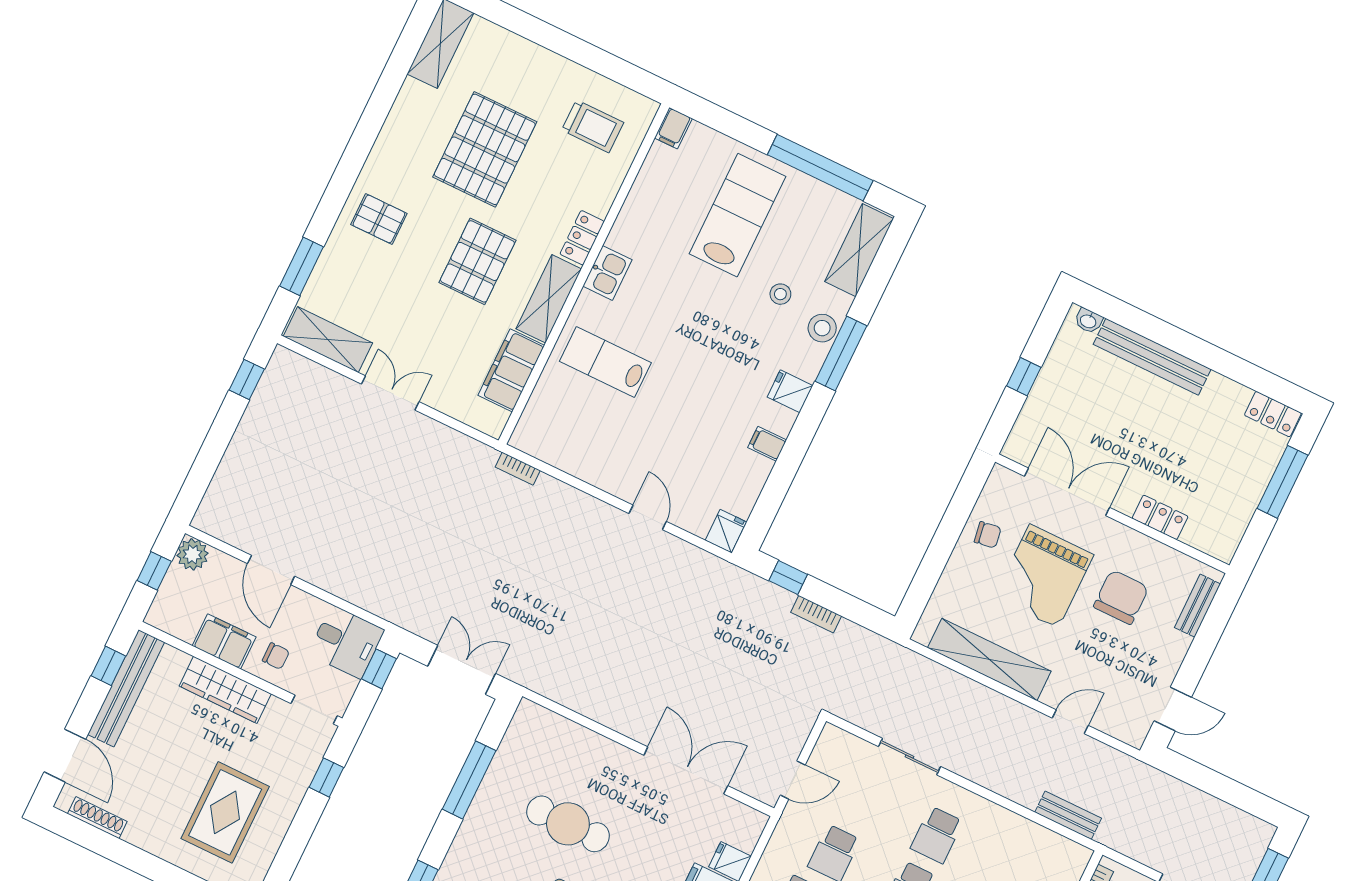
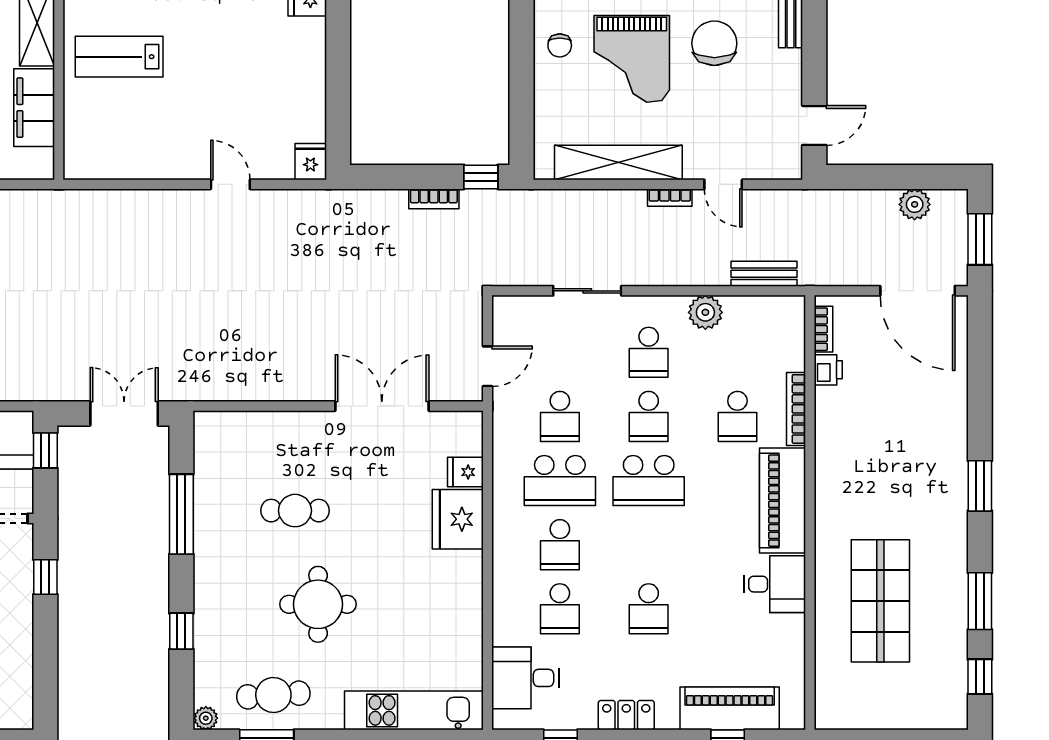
filing cabinet: (767, 444) -> (310, 60), removed
bookcase: (518, 469) -> (670, 198), moved
chair: (988, 535) -> (560, 45), turned 99
window: (788, 578) -> (481, 177), moved
door: (1070, 722) -> (723, 184), swing flipped
plant: (1226, 818) -> (915, 204), added
cafe table: (568, 824) -> (295, 511), width x0.73, depth x0.74
plant: (1002, 824) -> (705, 312), added

